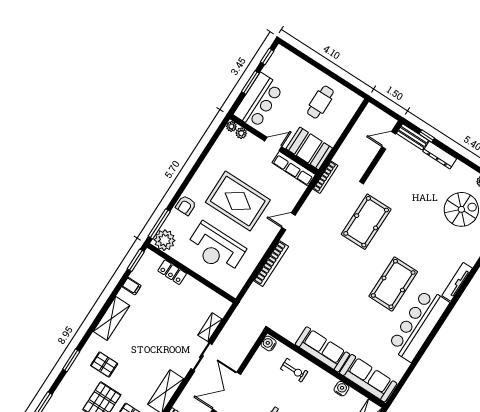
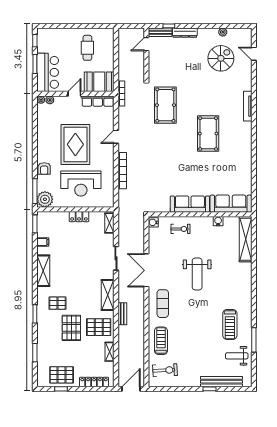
rug: (238, 201) -> (75, 144), turned 90
locker: (172, 272) -> (79, 217), moved
bar counter: (418, 325) -> (241, 149), removed
shelving: (210, 327) -> (109, 223), moved

